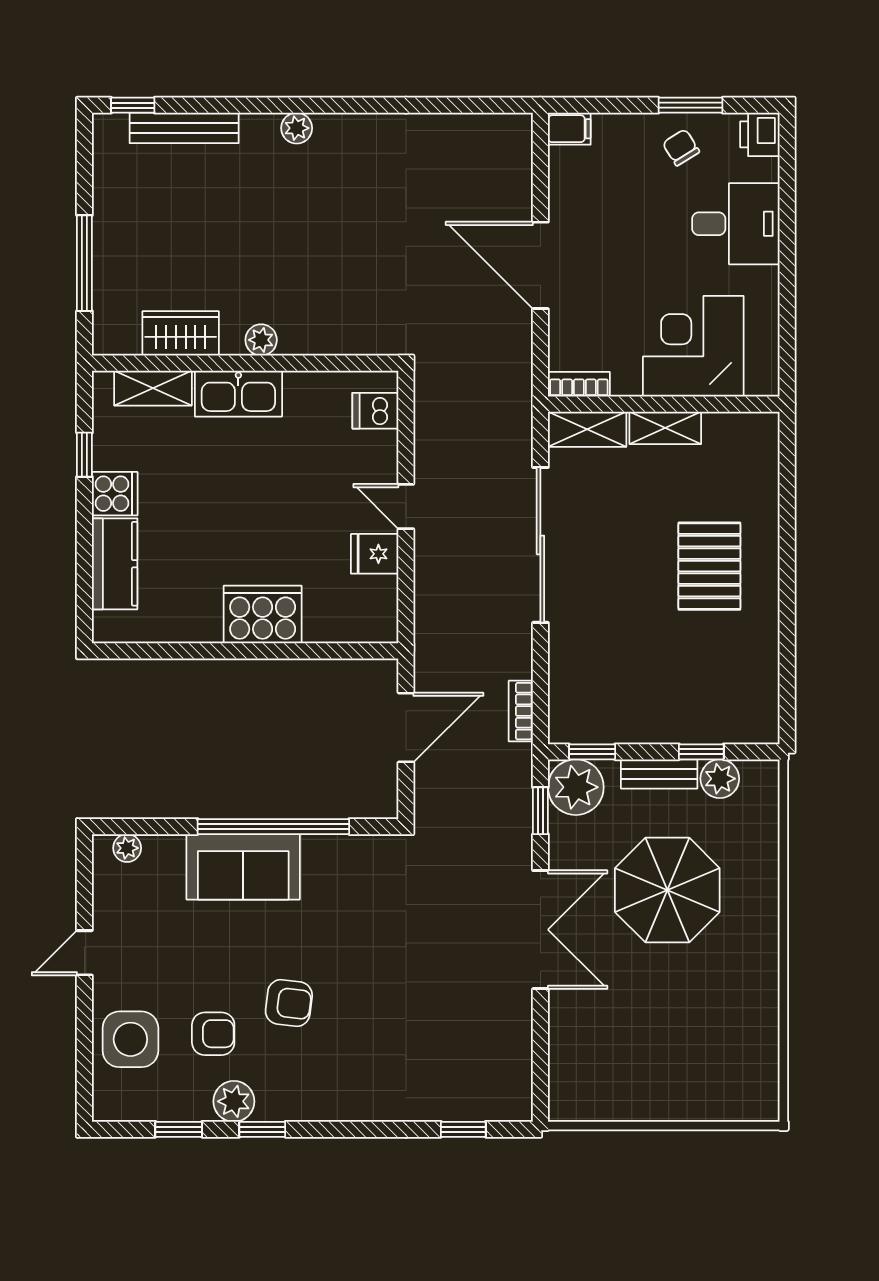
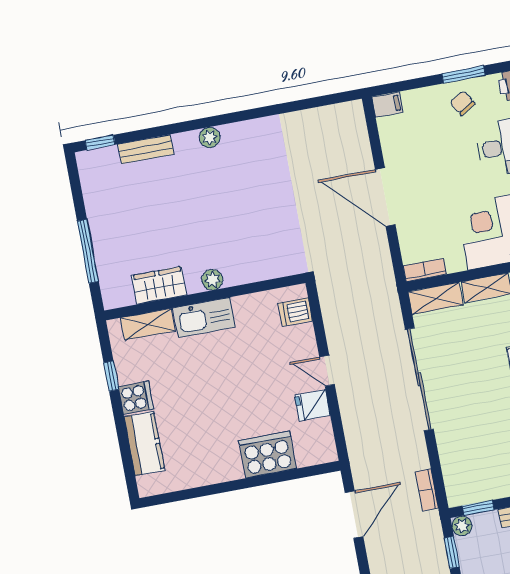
bench: (184, 128) -> (146, 149), width x0.73
cooker: (263, 615) -> (268, 455), moved
plant: (576, 787) -> (462, 526), width x0.53, depth x0.53

